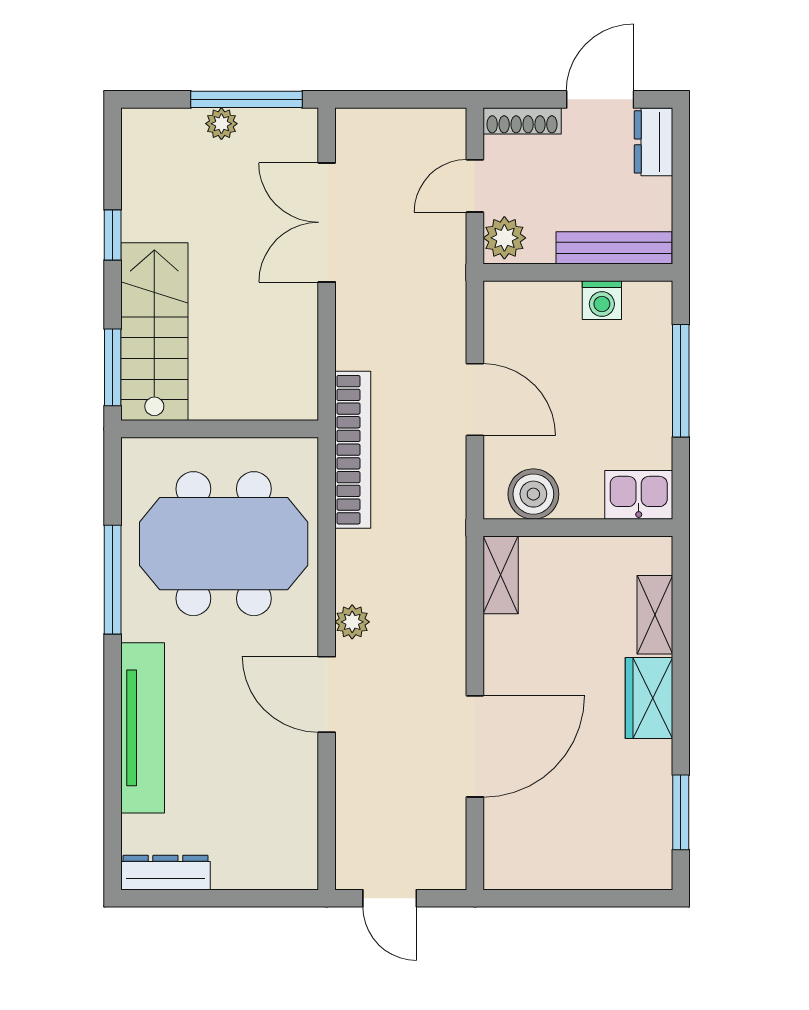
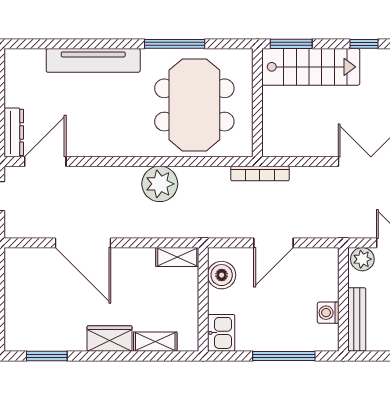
bookcase: (353, 450) -> (260, 173), width x0.68, depth x0.76
plant: (352, 622) -> (160, 184), width x1.88, depth x1.88
door: (327, 694) -> (45, 161), moved
dresser: (165, 873) -> (14, 132), moved

